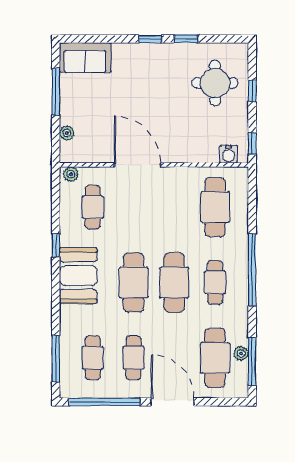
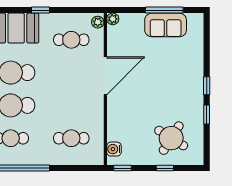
sofa: (85, 58) -> (166, 25), moved, turned -90
round table: (215, 83) -> (171, 138), turned 32
plant: (67, 133) -> (113, 19), moved
cafe table: (215, 207) -> (71, 138), width x0.73, depth x0.74

